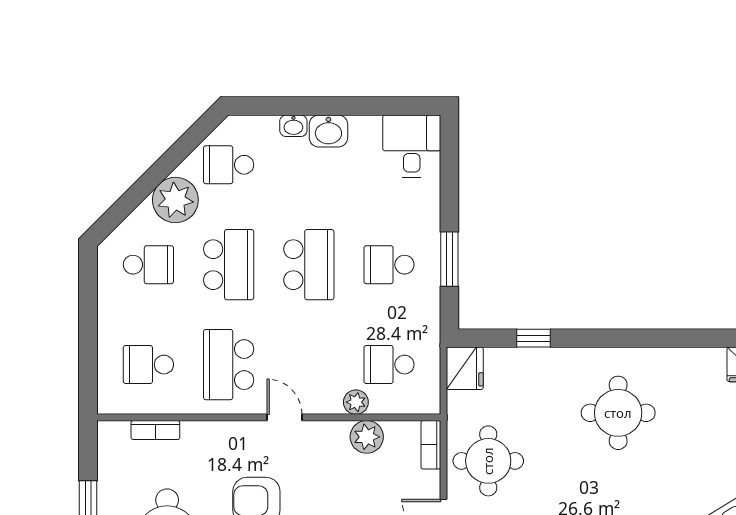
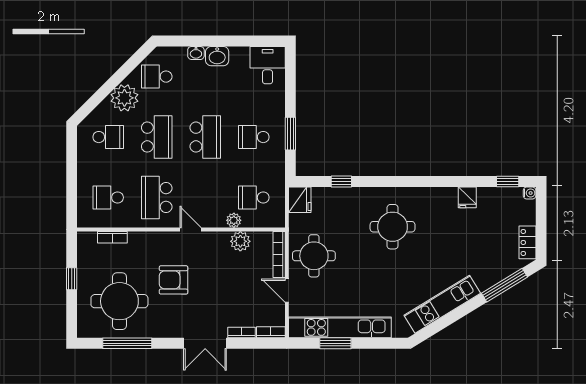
bookcase: (431, 445) -> (279, 254), width x1.56

